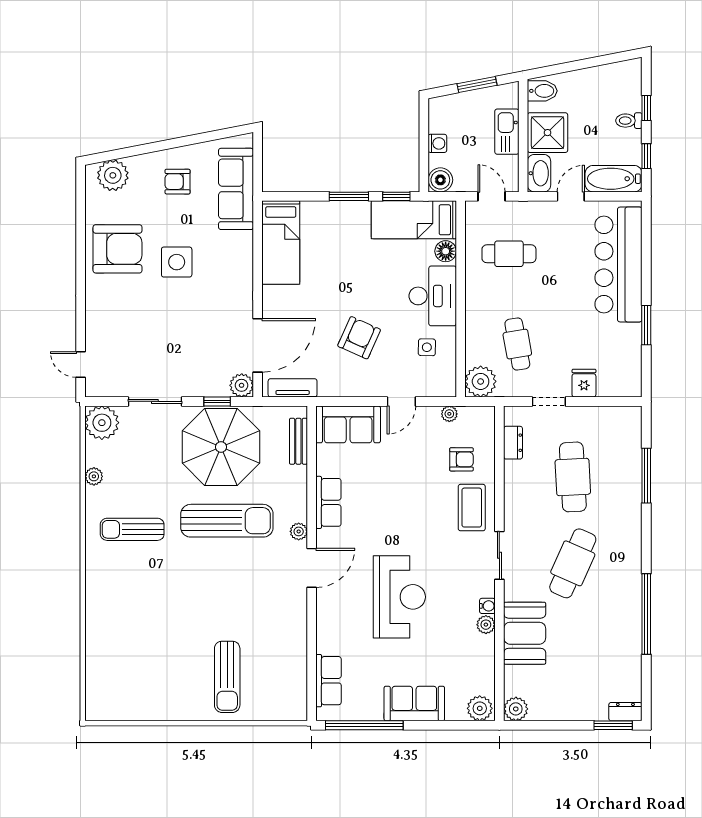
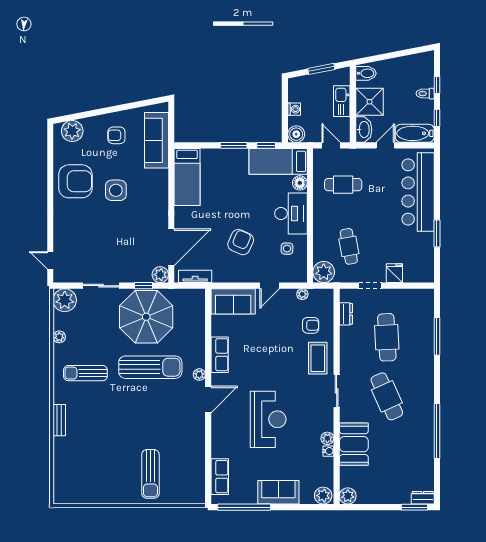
bench: (298, 441) -> (59, 420), moved
cafe table: (573, 563) -> (387, 396), turned -48
water cooler: (487, 606) -> (328, 451), moved

